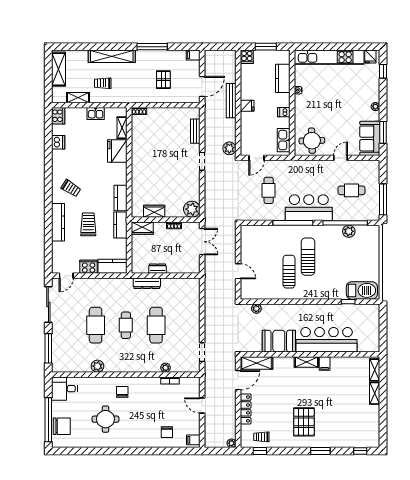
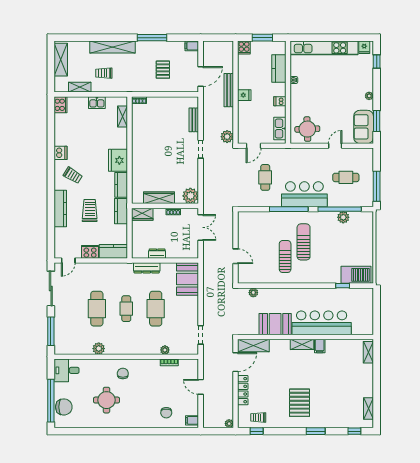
dishwasher: (58, 142) -> (60, 153), moved
fridge: (117, 151) -> (118, 160), moved
wardrobe: (154, 211) -> (159, 198), width x1.50
booth: (189, 295) -> (187, 279), added
shelving: (375, 393) -> (368, 408), moved

